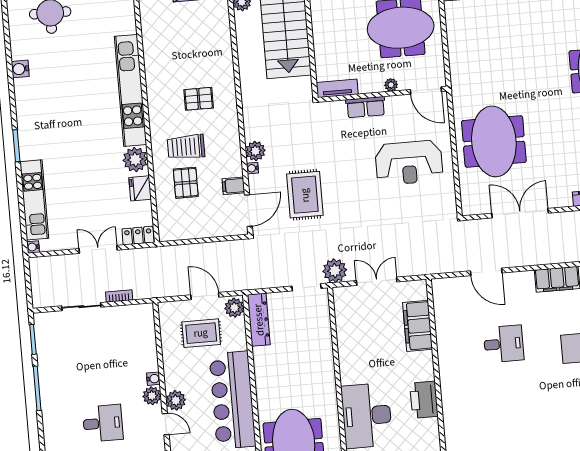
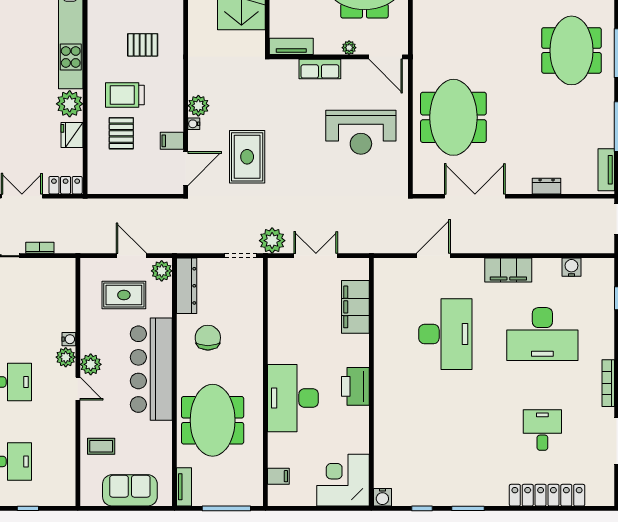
door: (486, 272) -> (433, 256), swing flipped
desk: (504, 344) -> (445, 334), width x1.87, depth x1.30
chair: (283, 366) -> (208, 338), added

